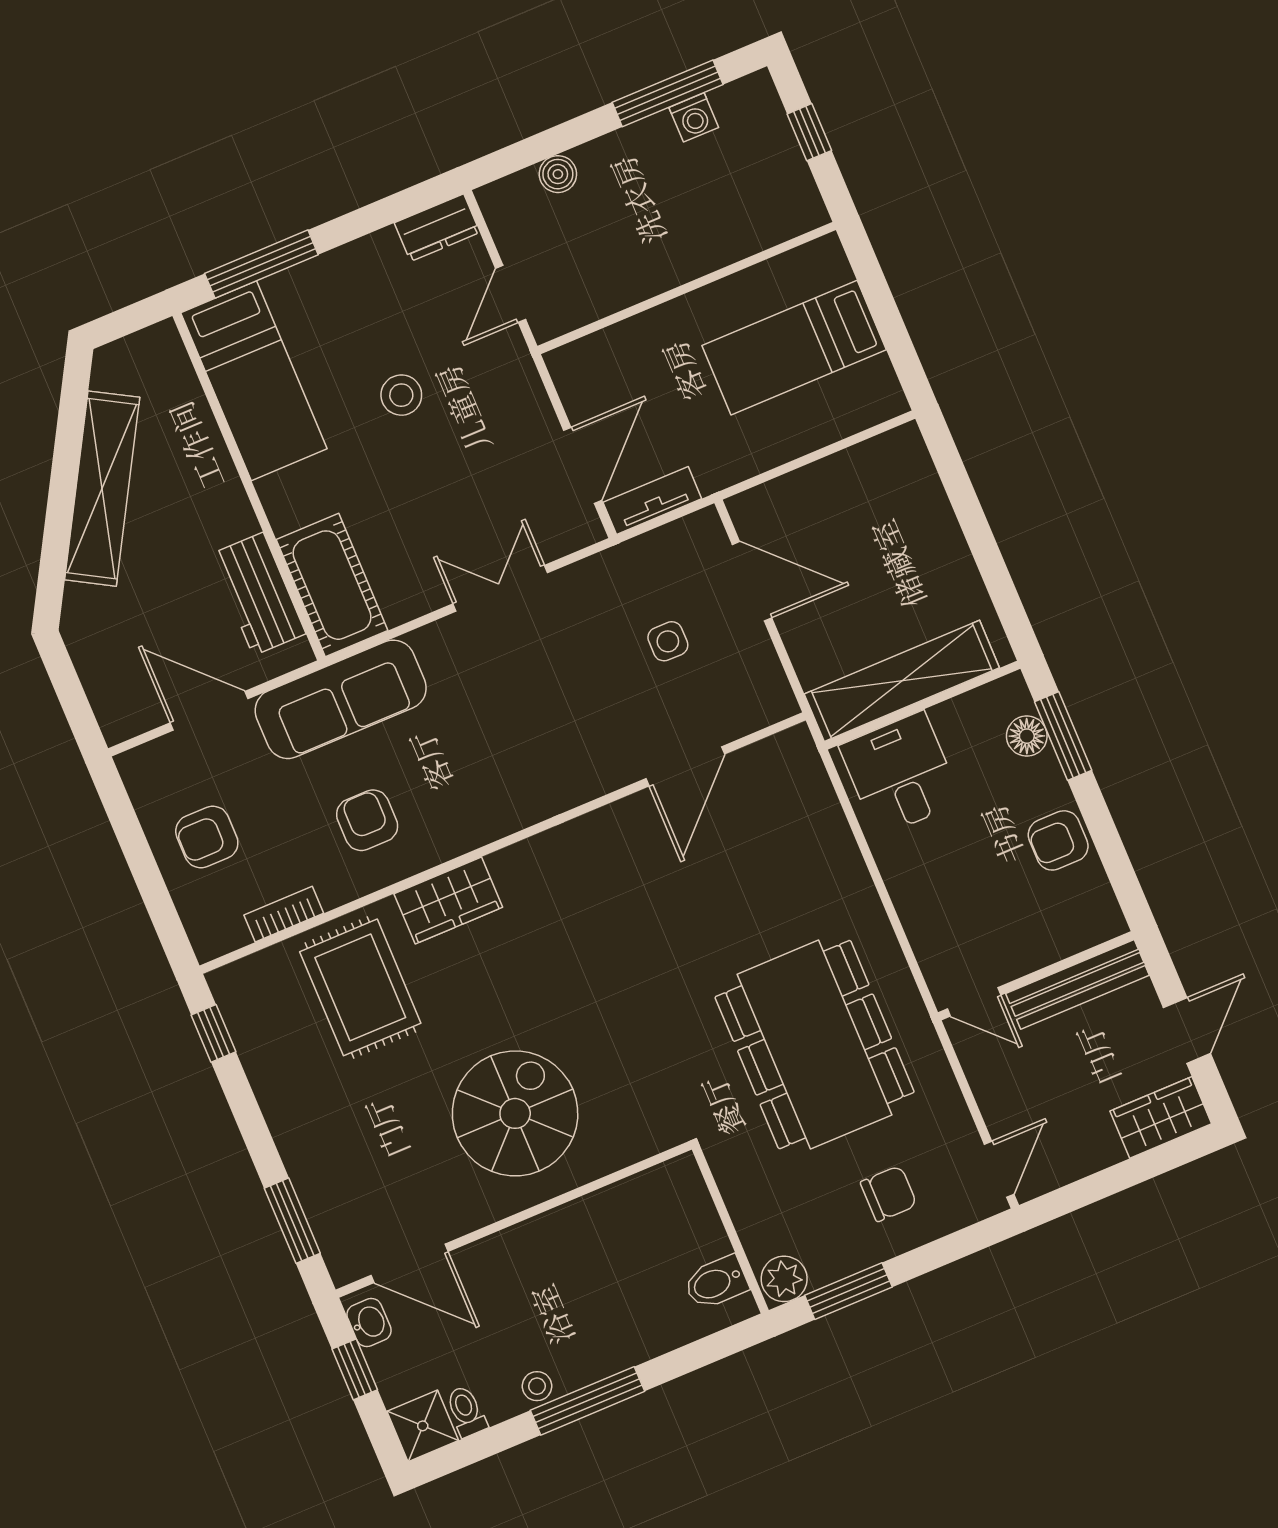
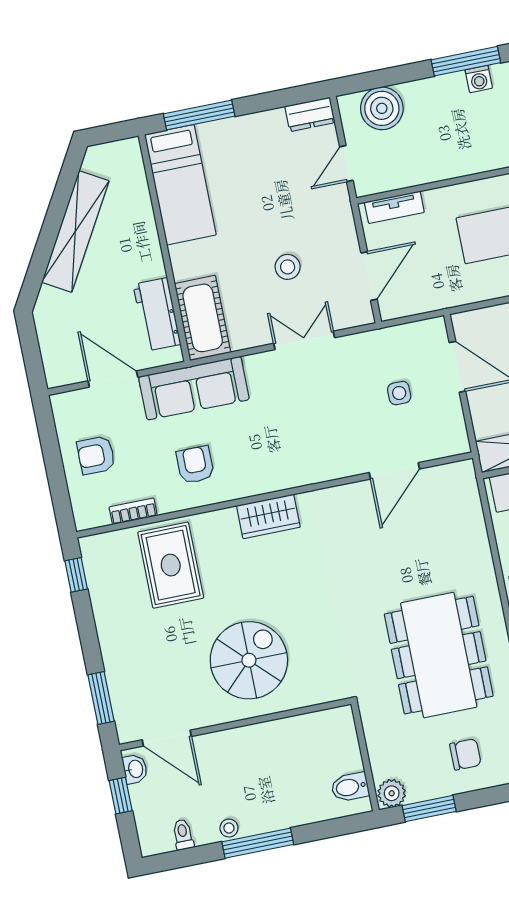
boiler: (558, 174) -> (382, 108), width x1.86, depth x1.86
stool: (401, 395) -> (288, 267), moved
tv unit: (652, 500) -> (394, 207), moved, turned 180
wardrobe: (448, 900) -> (268, 516), moved
shower: (423, 1426) -> (155, 838), removed

